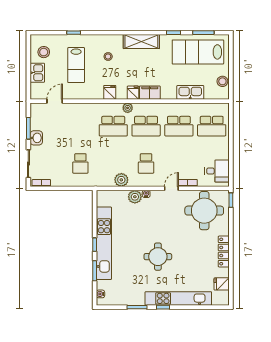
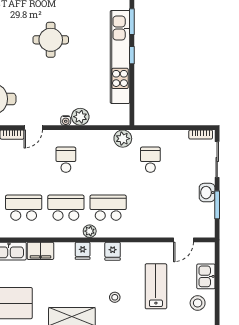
filing cabinet: (150, 93) -> (40, 251), moved
plant: (121, 180) -> (123, 139), moved

